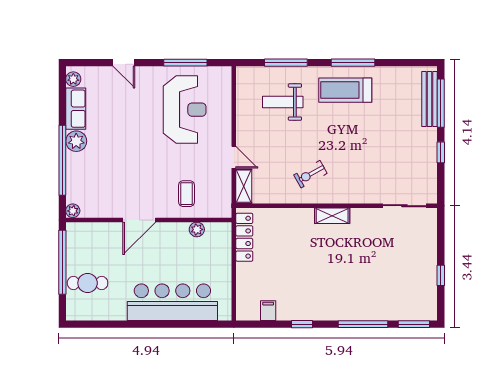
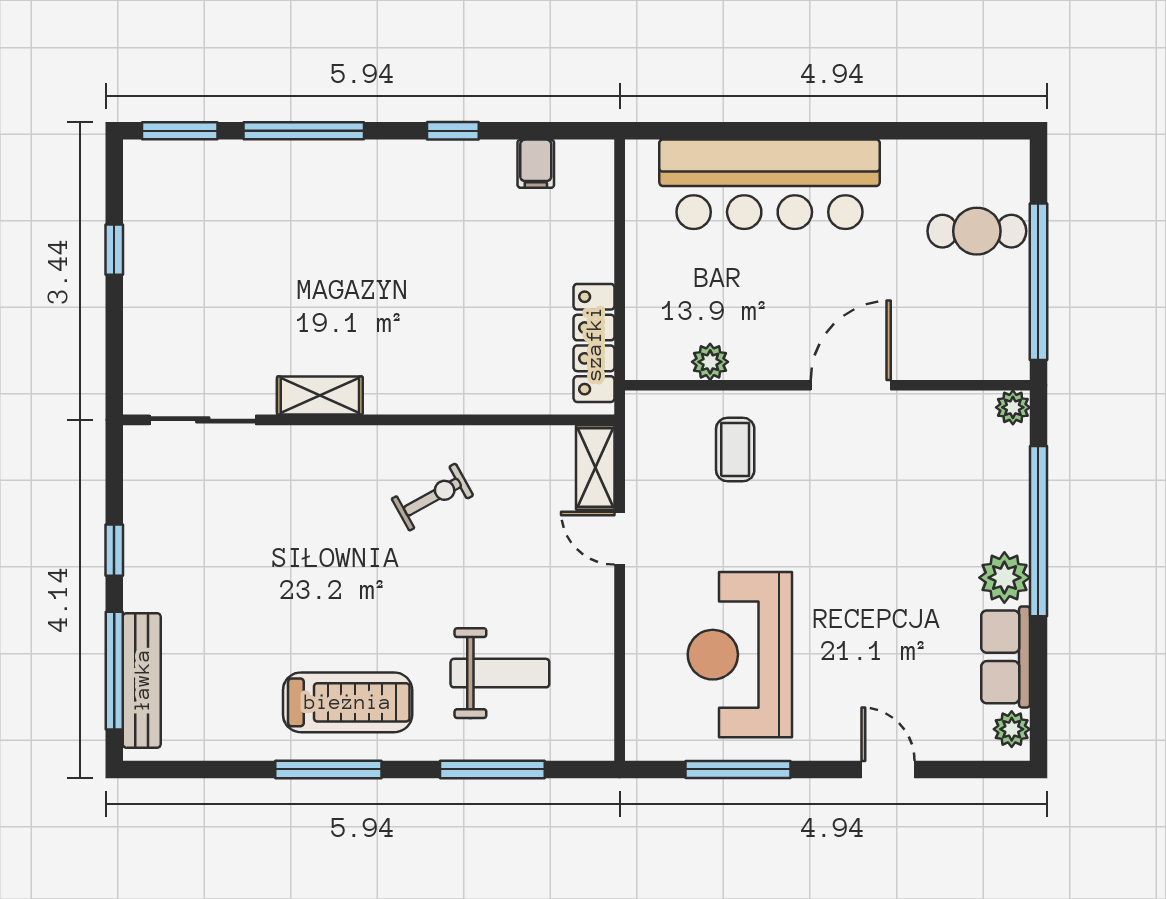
shelving: (332, 216) -> (320, 395), moved

